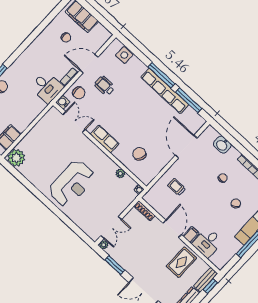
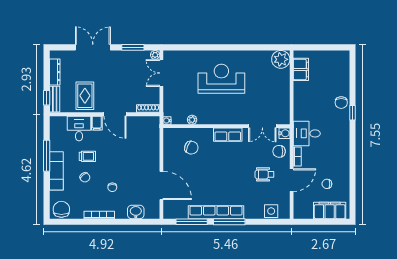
wheelchair: (105, 86) -> (264, 174), turned 180
reception desk: (72, 183) -> (221, 79), turned 90
trolley: (176, 187) -> (87, 156), moved

